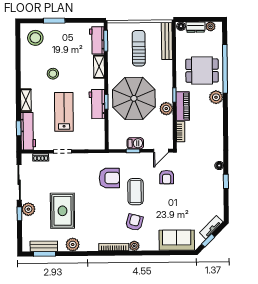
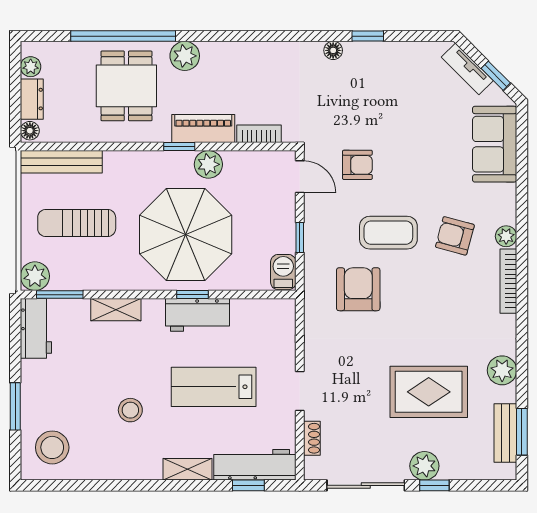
plant: (114, 29) -> (35, 276), added
workbench: (97, 40) -> (36, 328), moved, turned -90
barbecue: (135, 143) -> (283, 272), moved

